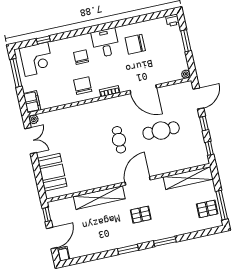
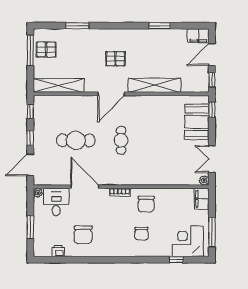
printer: (172, 20) -> (58, 251), moved
desk: (106, 43) -> (56, 202), moved, turned 180
chair: (135, 44) -> (83, 235), turned 90
window: (41, 187) -> (212, 110), added
window: (165, 241) -> (77, 26), moved
window: (128, 249) -> (160, 26), moved
filing cabinet: (63, 254) -> (198, 36), width x2.00

